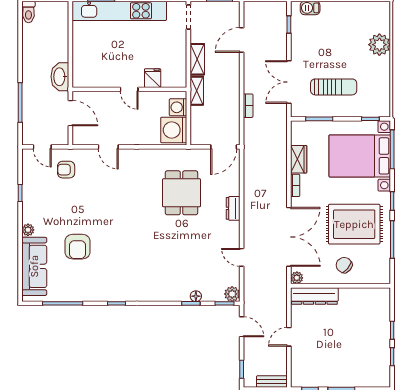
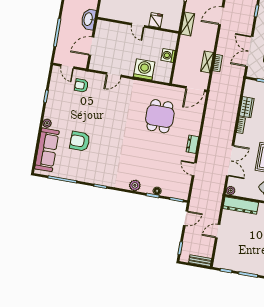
fridge: (153, 78) -> (156, 20), moved
door: (129, 89) -> (138, 25), moved
wall: (129, 89) -> (138, 25), moved
shelving: (197, 91) -> (207, 62), moved
door: (70, 113) -> (91, 46), swing flipped
washing machine: (174, 130) -> (144, 69), moved, turned 90
door: (108, 147) -> (114, 75), hinge flipped
dresser: (233, 208) -> (192, 144), moved
double door: (289, 237) -> (230, 161), width x0.73
armchair: (77, 247) -> (80, 141), turned 90
plant: (232, 294) -> (135, 185), moved
door: (242, 327) -> (186, 218), hinge flipped

